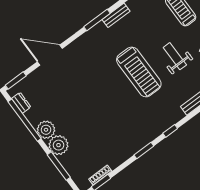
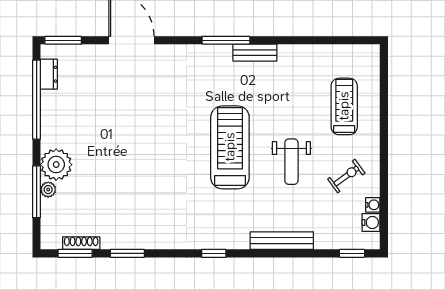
weight bench: (175, 56) -> (291, 162), turned 180
treadmill: (139, 72) -> (230, 147), turned 180
plant: (46, 130) -> (48, 190), moved, width x0.53, depth x0.53
window: (144, 150) -> (127, 253), moved

